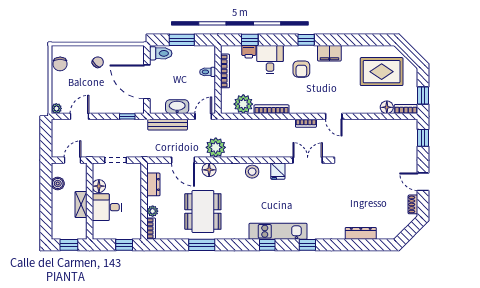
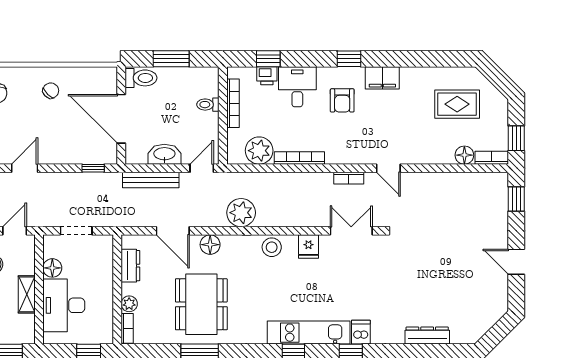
rug: (382, 72) -> (457, 104), width x0.73, depth x0.70
plant: (216, 147) -> (241, 213), moved
shoe rack: (413, 204) -> (502, 294), removed
desk: (107, 207) -> (64, 305), width x1.37
dishwasher: (314, 231) -> (361, 332), added

